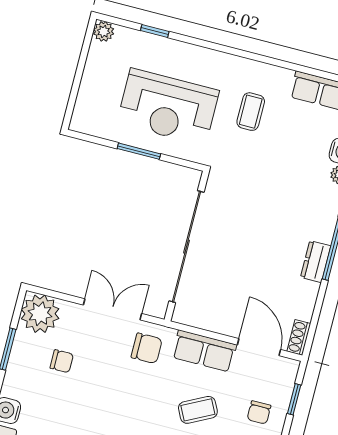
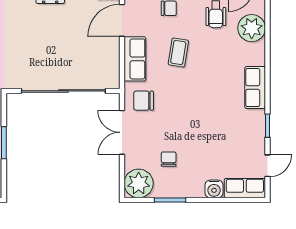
chair: (147, 348) -> (144, 101), turned -90
coffee table: (198, 410) -> (178, 53), turned 36

